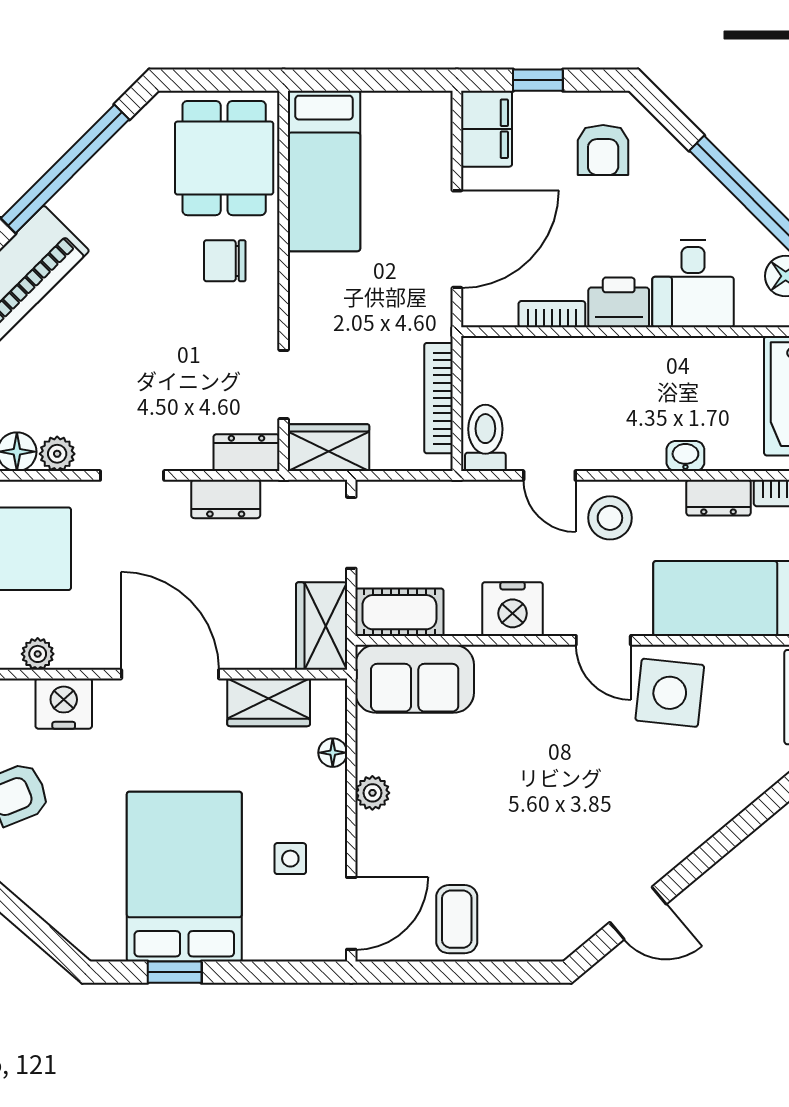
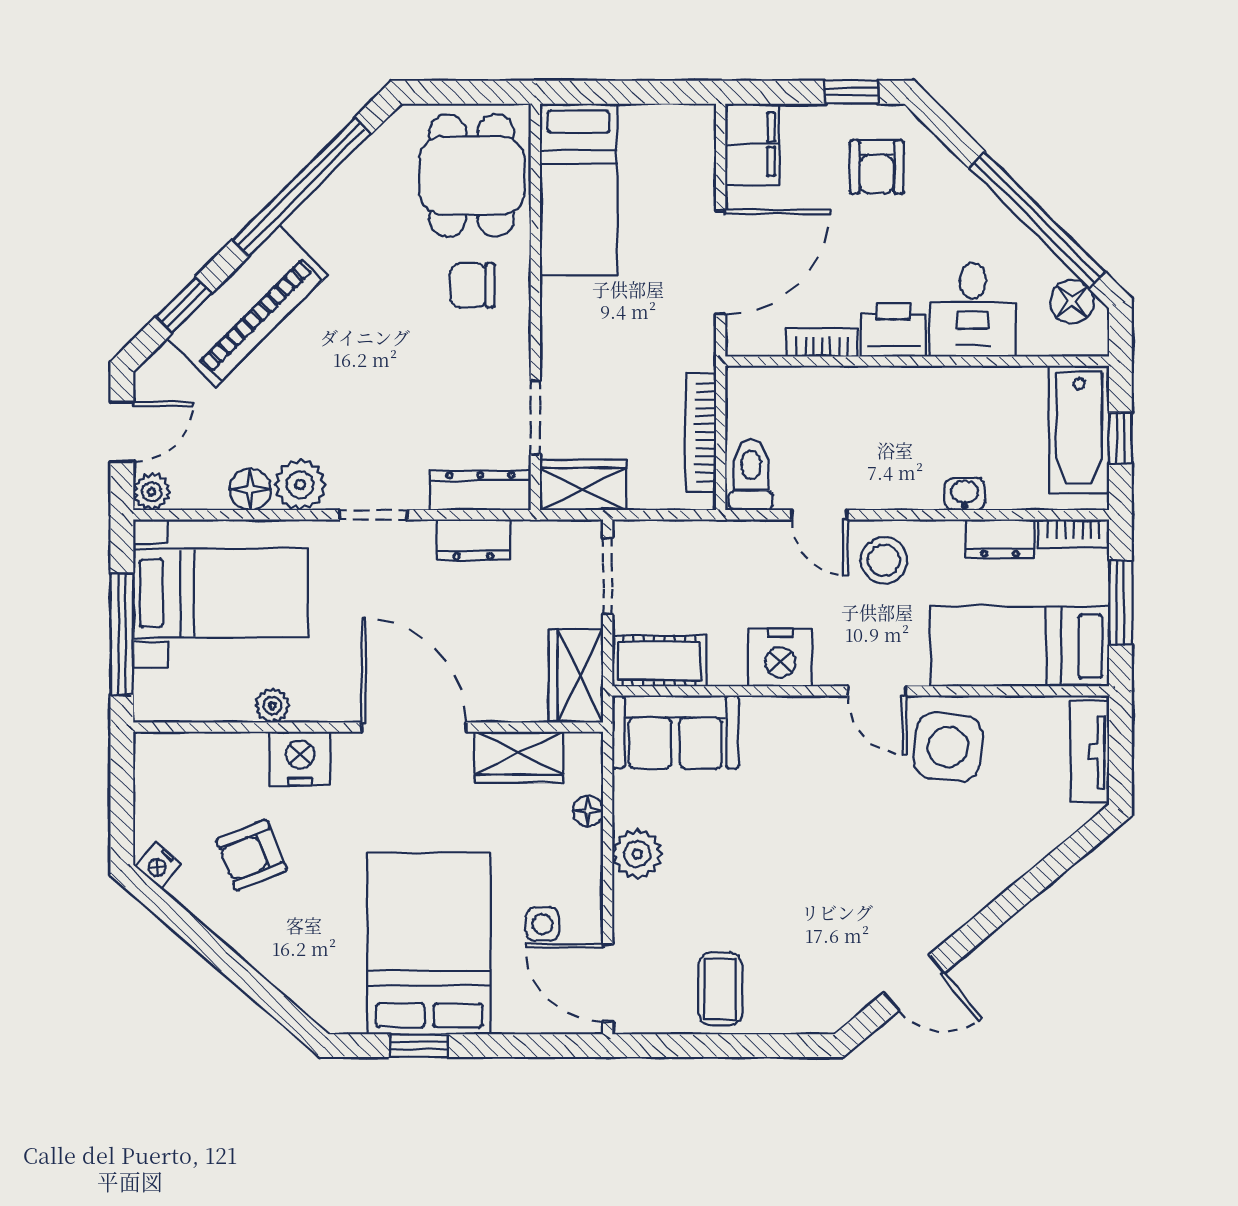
window: (538, 80) -> (851, 92), moved
dresser: (246, 453) -> (480, 490), width x1.44
plant: (57, 454) -> (300, 485), width x1.38, depth x1.38
plant: (372, 793) -> (637, 854), width x1.38, depth x1.38
door: (351, 913) -> (608, 983), swing flipped

